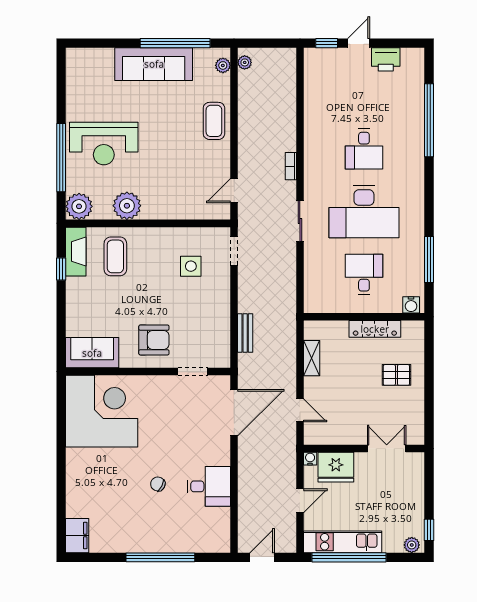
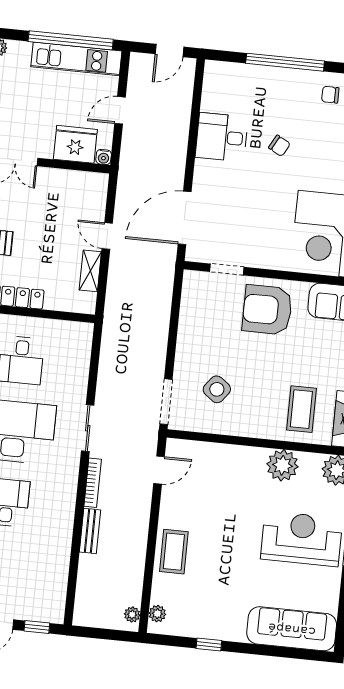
window: (175, 43) -> (209, 644), width x0.32
sofa: (154, 64) -> (292, 629), moved
bookcase: (291, 166) -> (93, 483), width x1.56
doorway: (234, 251) -> (166, 402), width x1.38
side table: (191, 266) -> (217, 389), turned 37
bench: (245, 333) -> (90, 531), moved
armchair: (154, 340) -> (267, 310), width x1.36, depth x1.36
door: (300, 410) -> (107, 236), moved
chair: (118, 533) -> (330, 95), added

